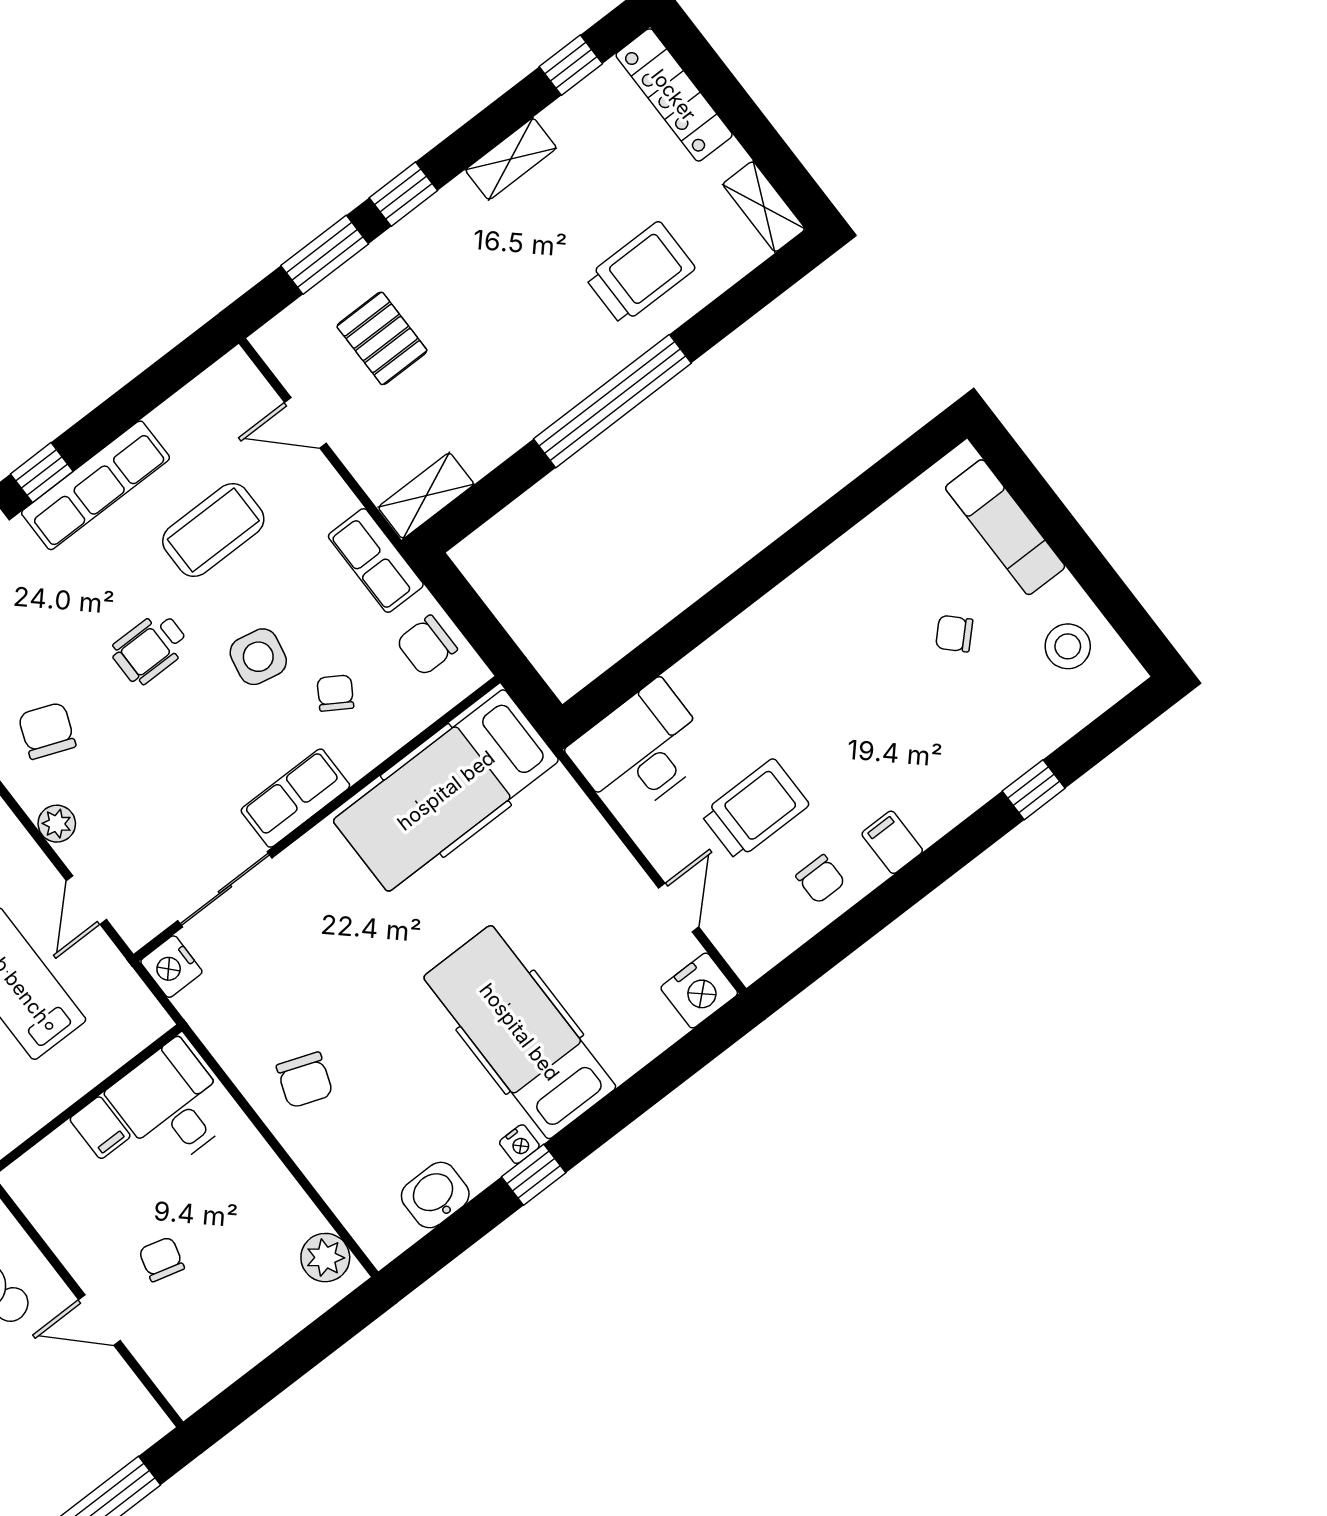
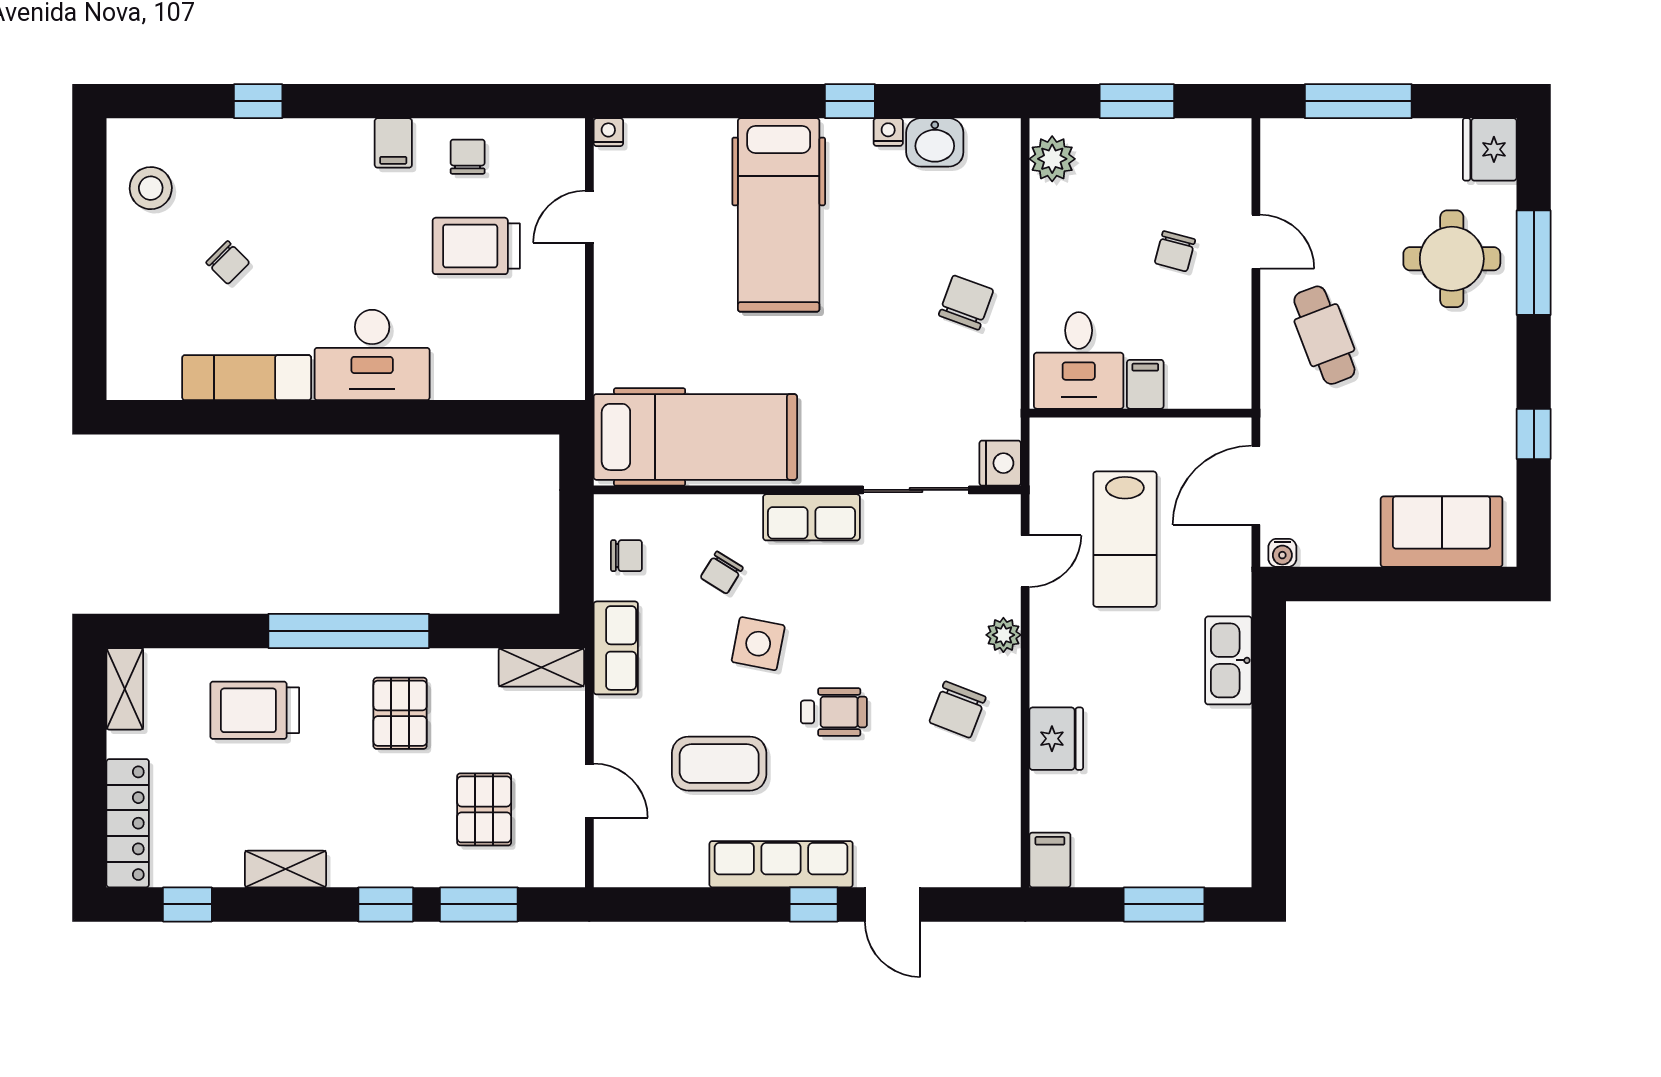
pallet: (515, 365) -> (400, 713), added
exam couch: (1005, 527) -> (247, 378), moved, turned -90
chair: (427, 645) -> (626, 556), width x0.73, depth x0.73
desk: (641, 750) -> (372, 355), moved
nightstand: (699, 991) -> (608, 132), width x0.53, depth x0.56
nightstand: (519, 1144) -> (888, 132), moved
window: (291, 1361) -> (1137, 101), added

